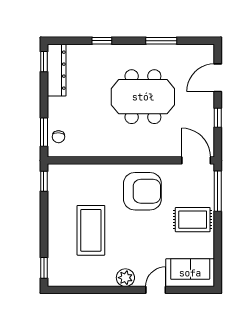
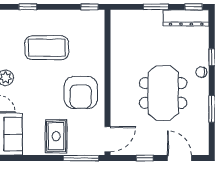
window: (44, 132) -> (156, 7), moved
chair: (58, 137) -> (201, 72), moved
window: (44, 268) -> (28, 7), moved

